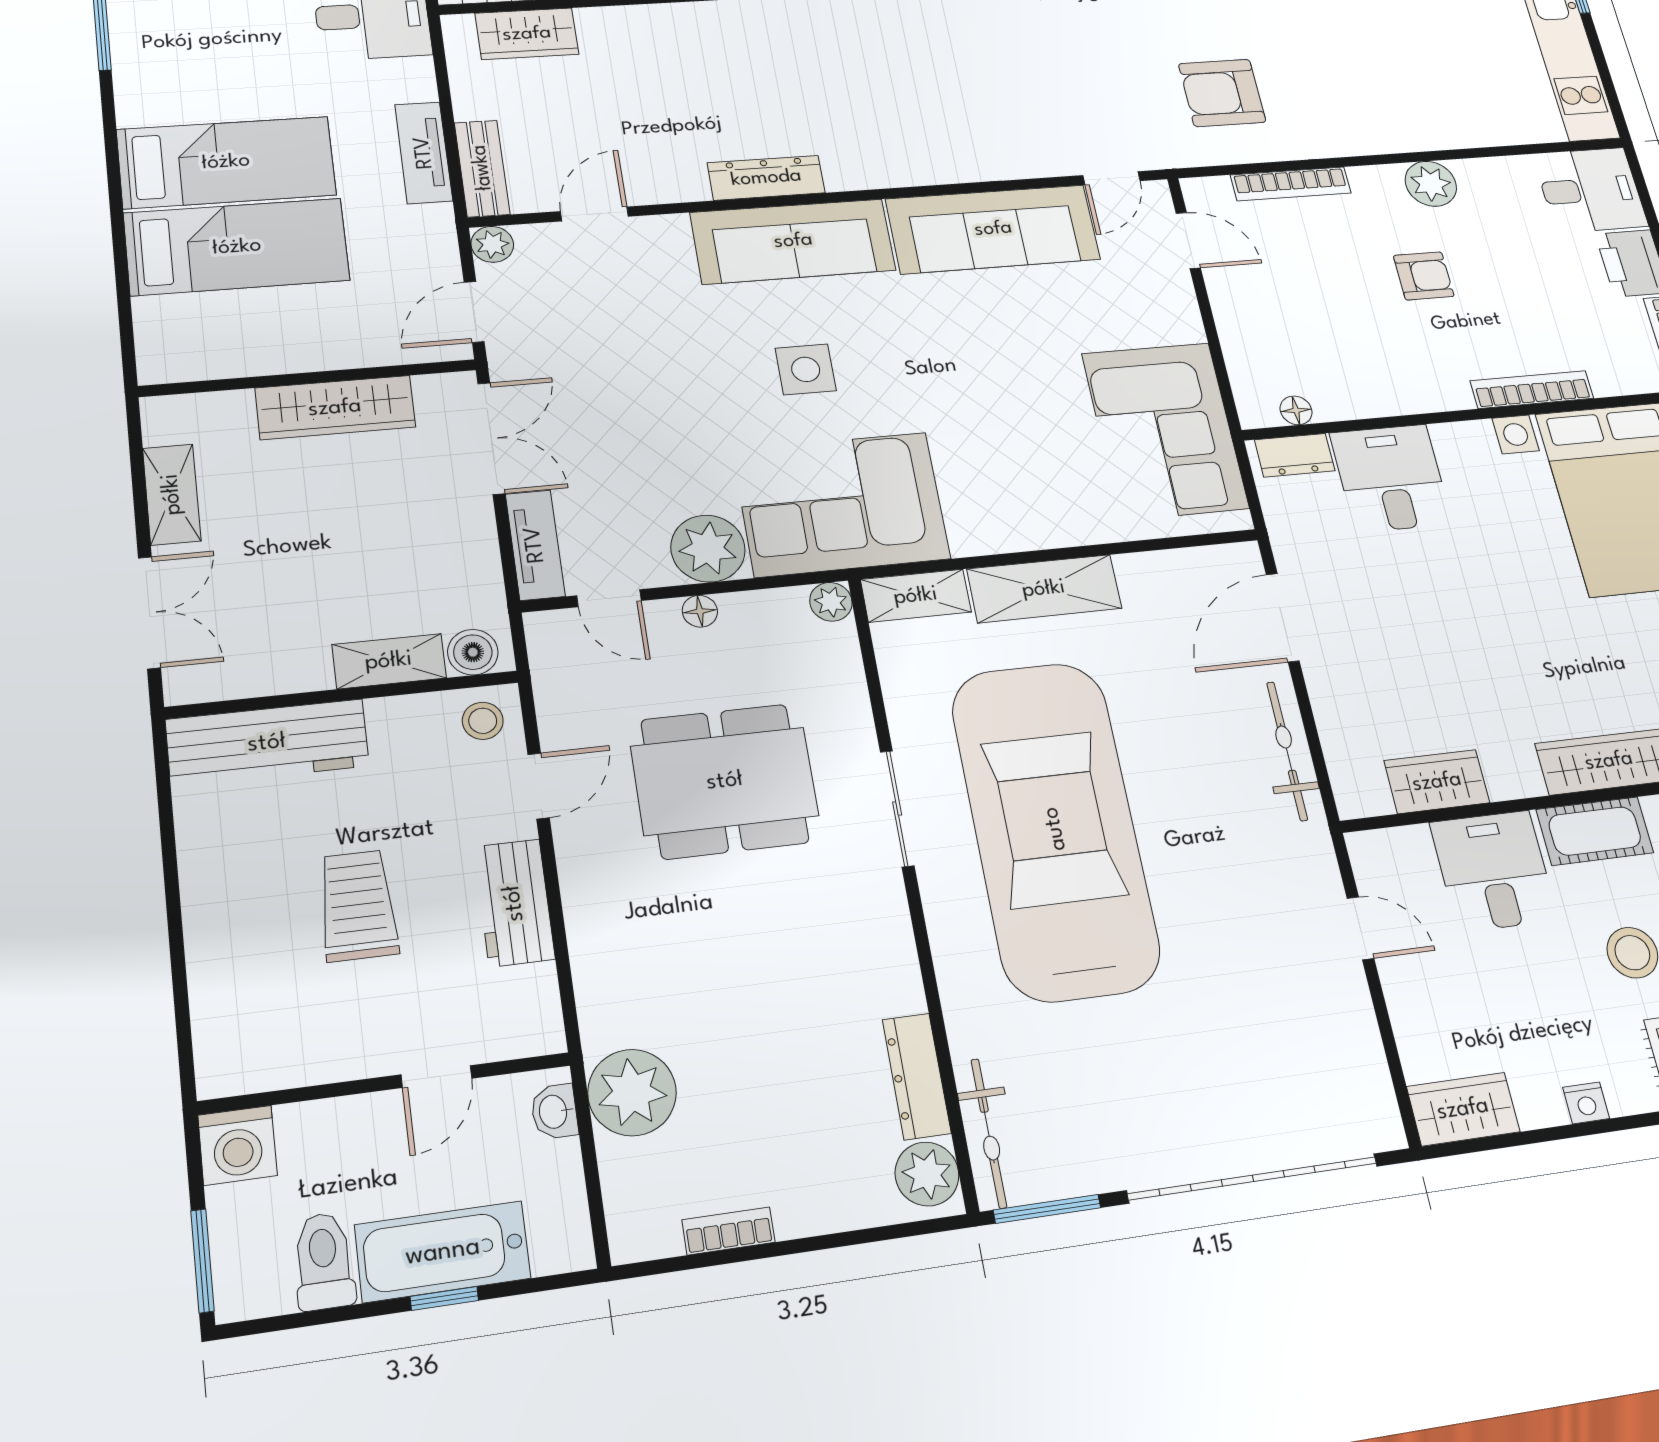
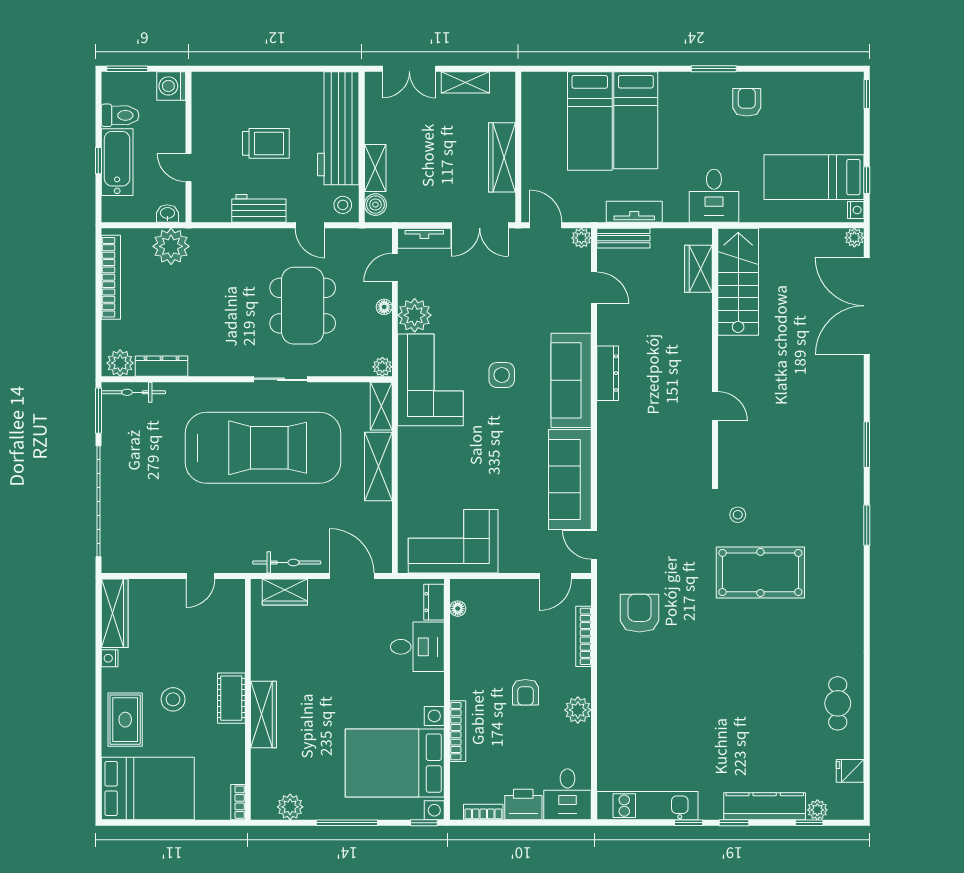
workbench: (267, 743) -> (338, 128), width x1.36, depth x1.32
wardrobe: (1437, 782) -> (285, 592), moved, turned 90
desk: (1494, 871) -> (219, 645), removed
wardrobe: (1463, 1109) -> (115, 613), width x1.50
bookcase: (729, 1231) -> (111, 277), width x2.31, depth x1.31

